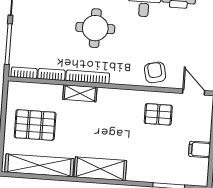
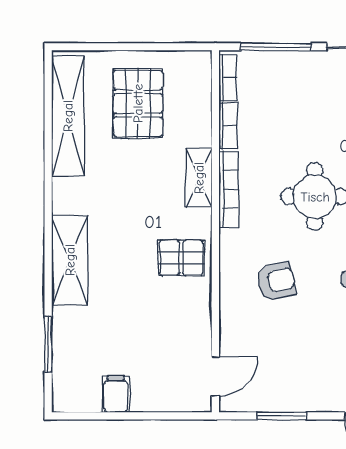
armchair: (155, 72) -> (276, 281), moved
pallet: (158, 114) -> (181, 258), moved, turned 90
shelving: (100, 169) -> (70, 260), moved

